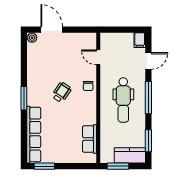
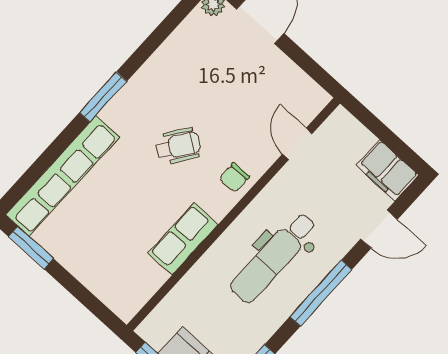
filing cabinet: (140, 40) -> (387, 170), width x2.00
row of seats: (90, 139) -> (183, 239), moved

